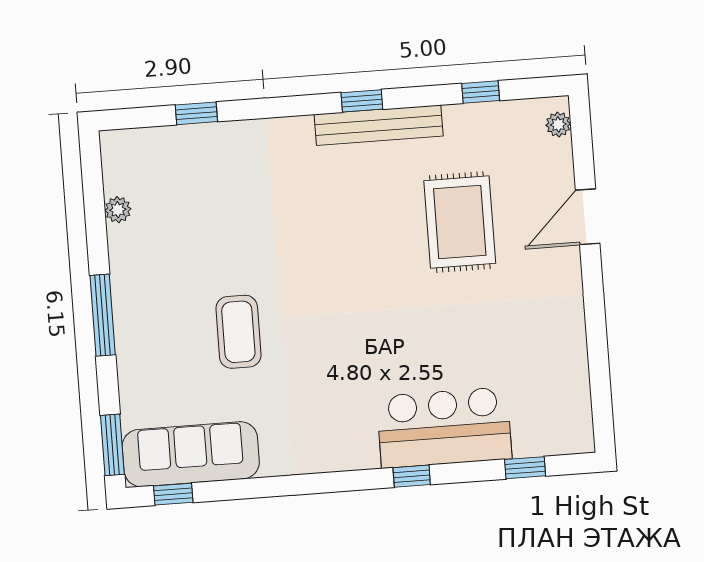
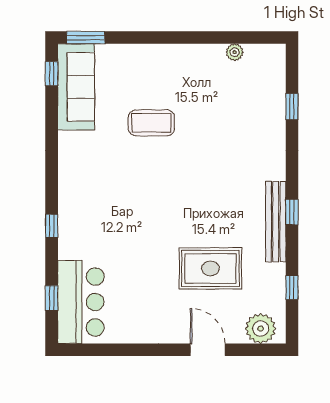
plant: (558, 124) -> (261, 329), width x1.88, depth x1.88
window: (103, 315) -> (168, 38), removed
bar counter: (444, 428) -> (81, 302), moved

